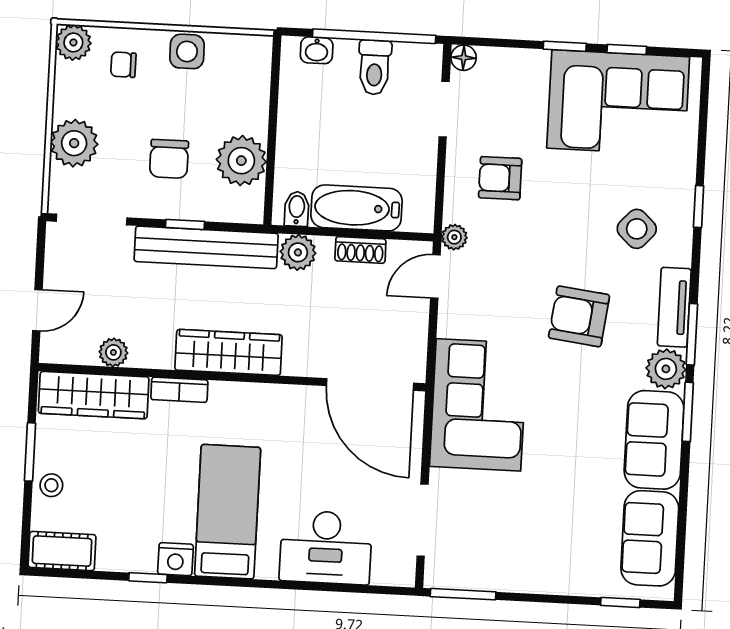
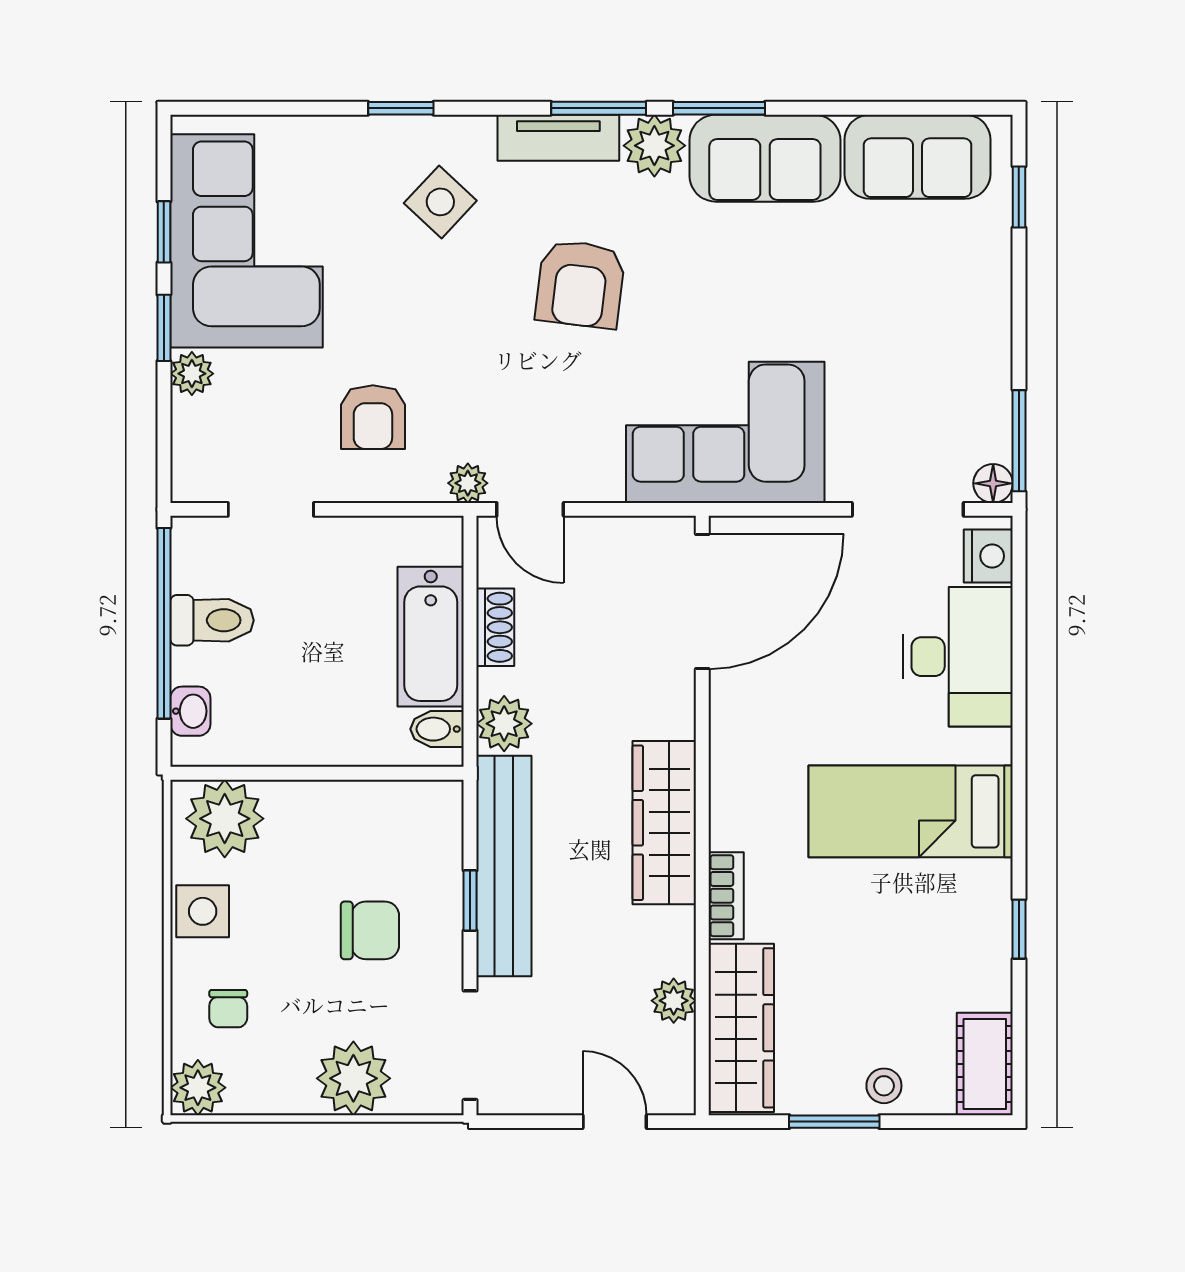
floor lamp: (464, 58) -> (993, 483), moved
plant: (534, 63) -> (192, 374), added
plant: (241, 161) -> (225, 819), moved
nightstand: (175, 559) -> (988, 556), moved

